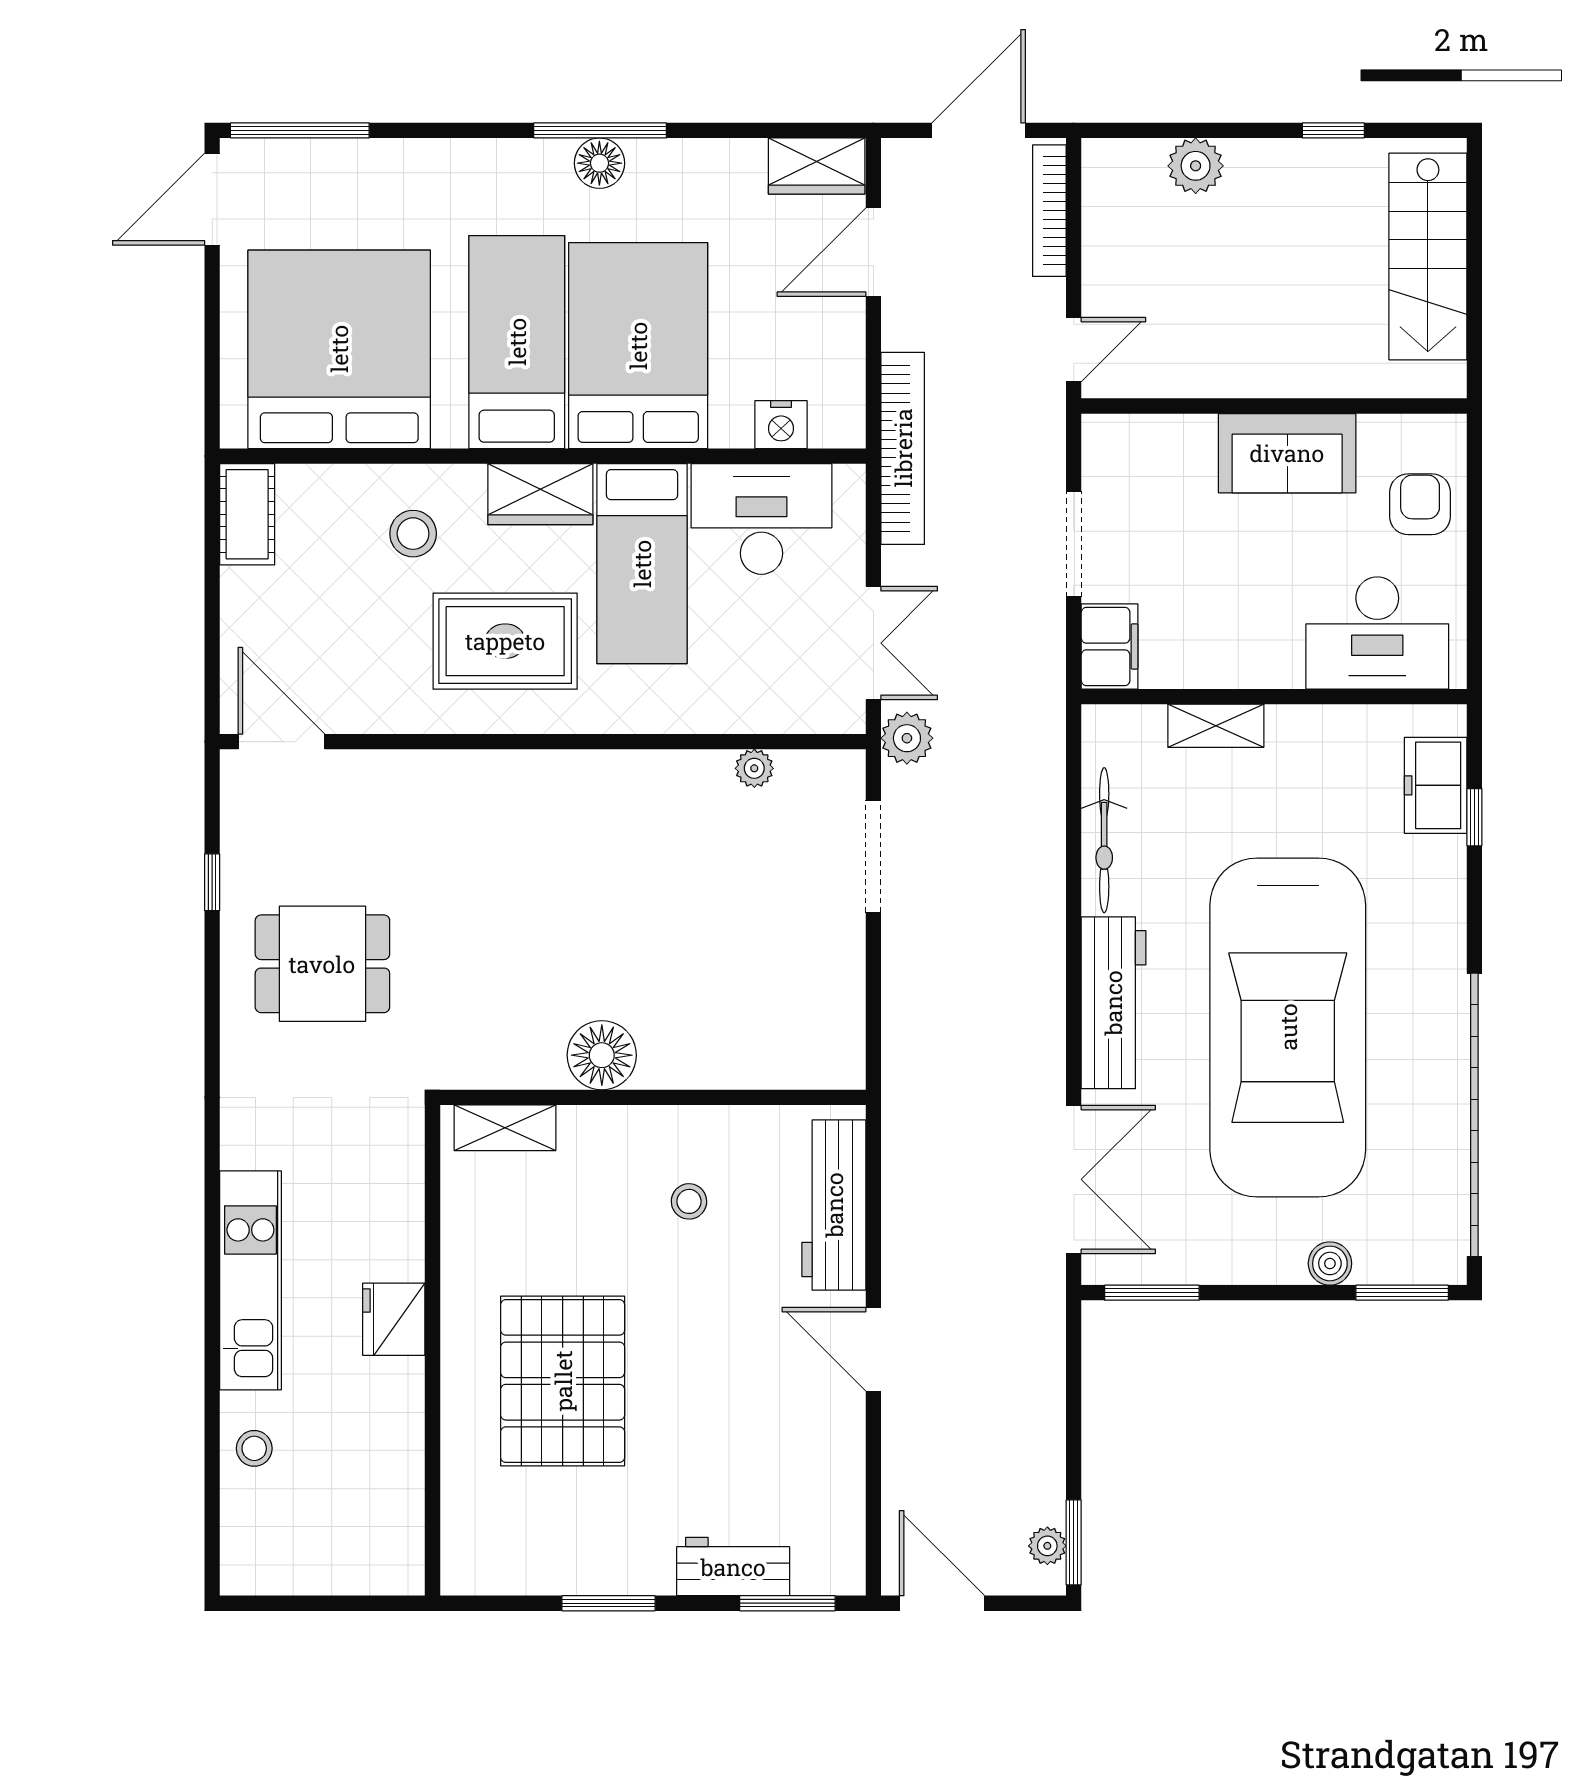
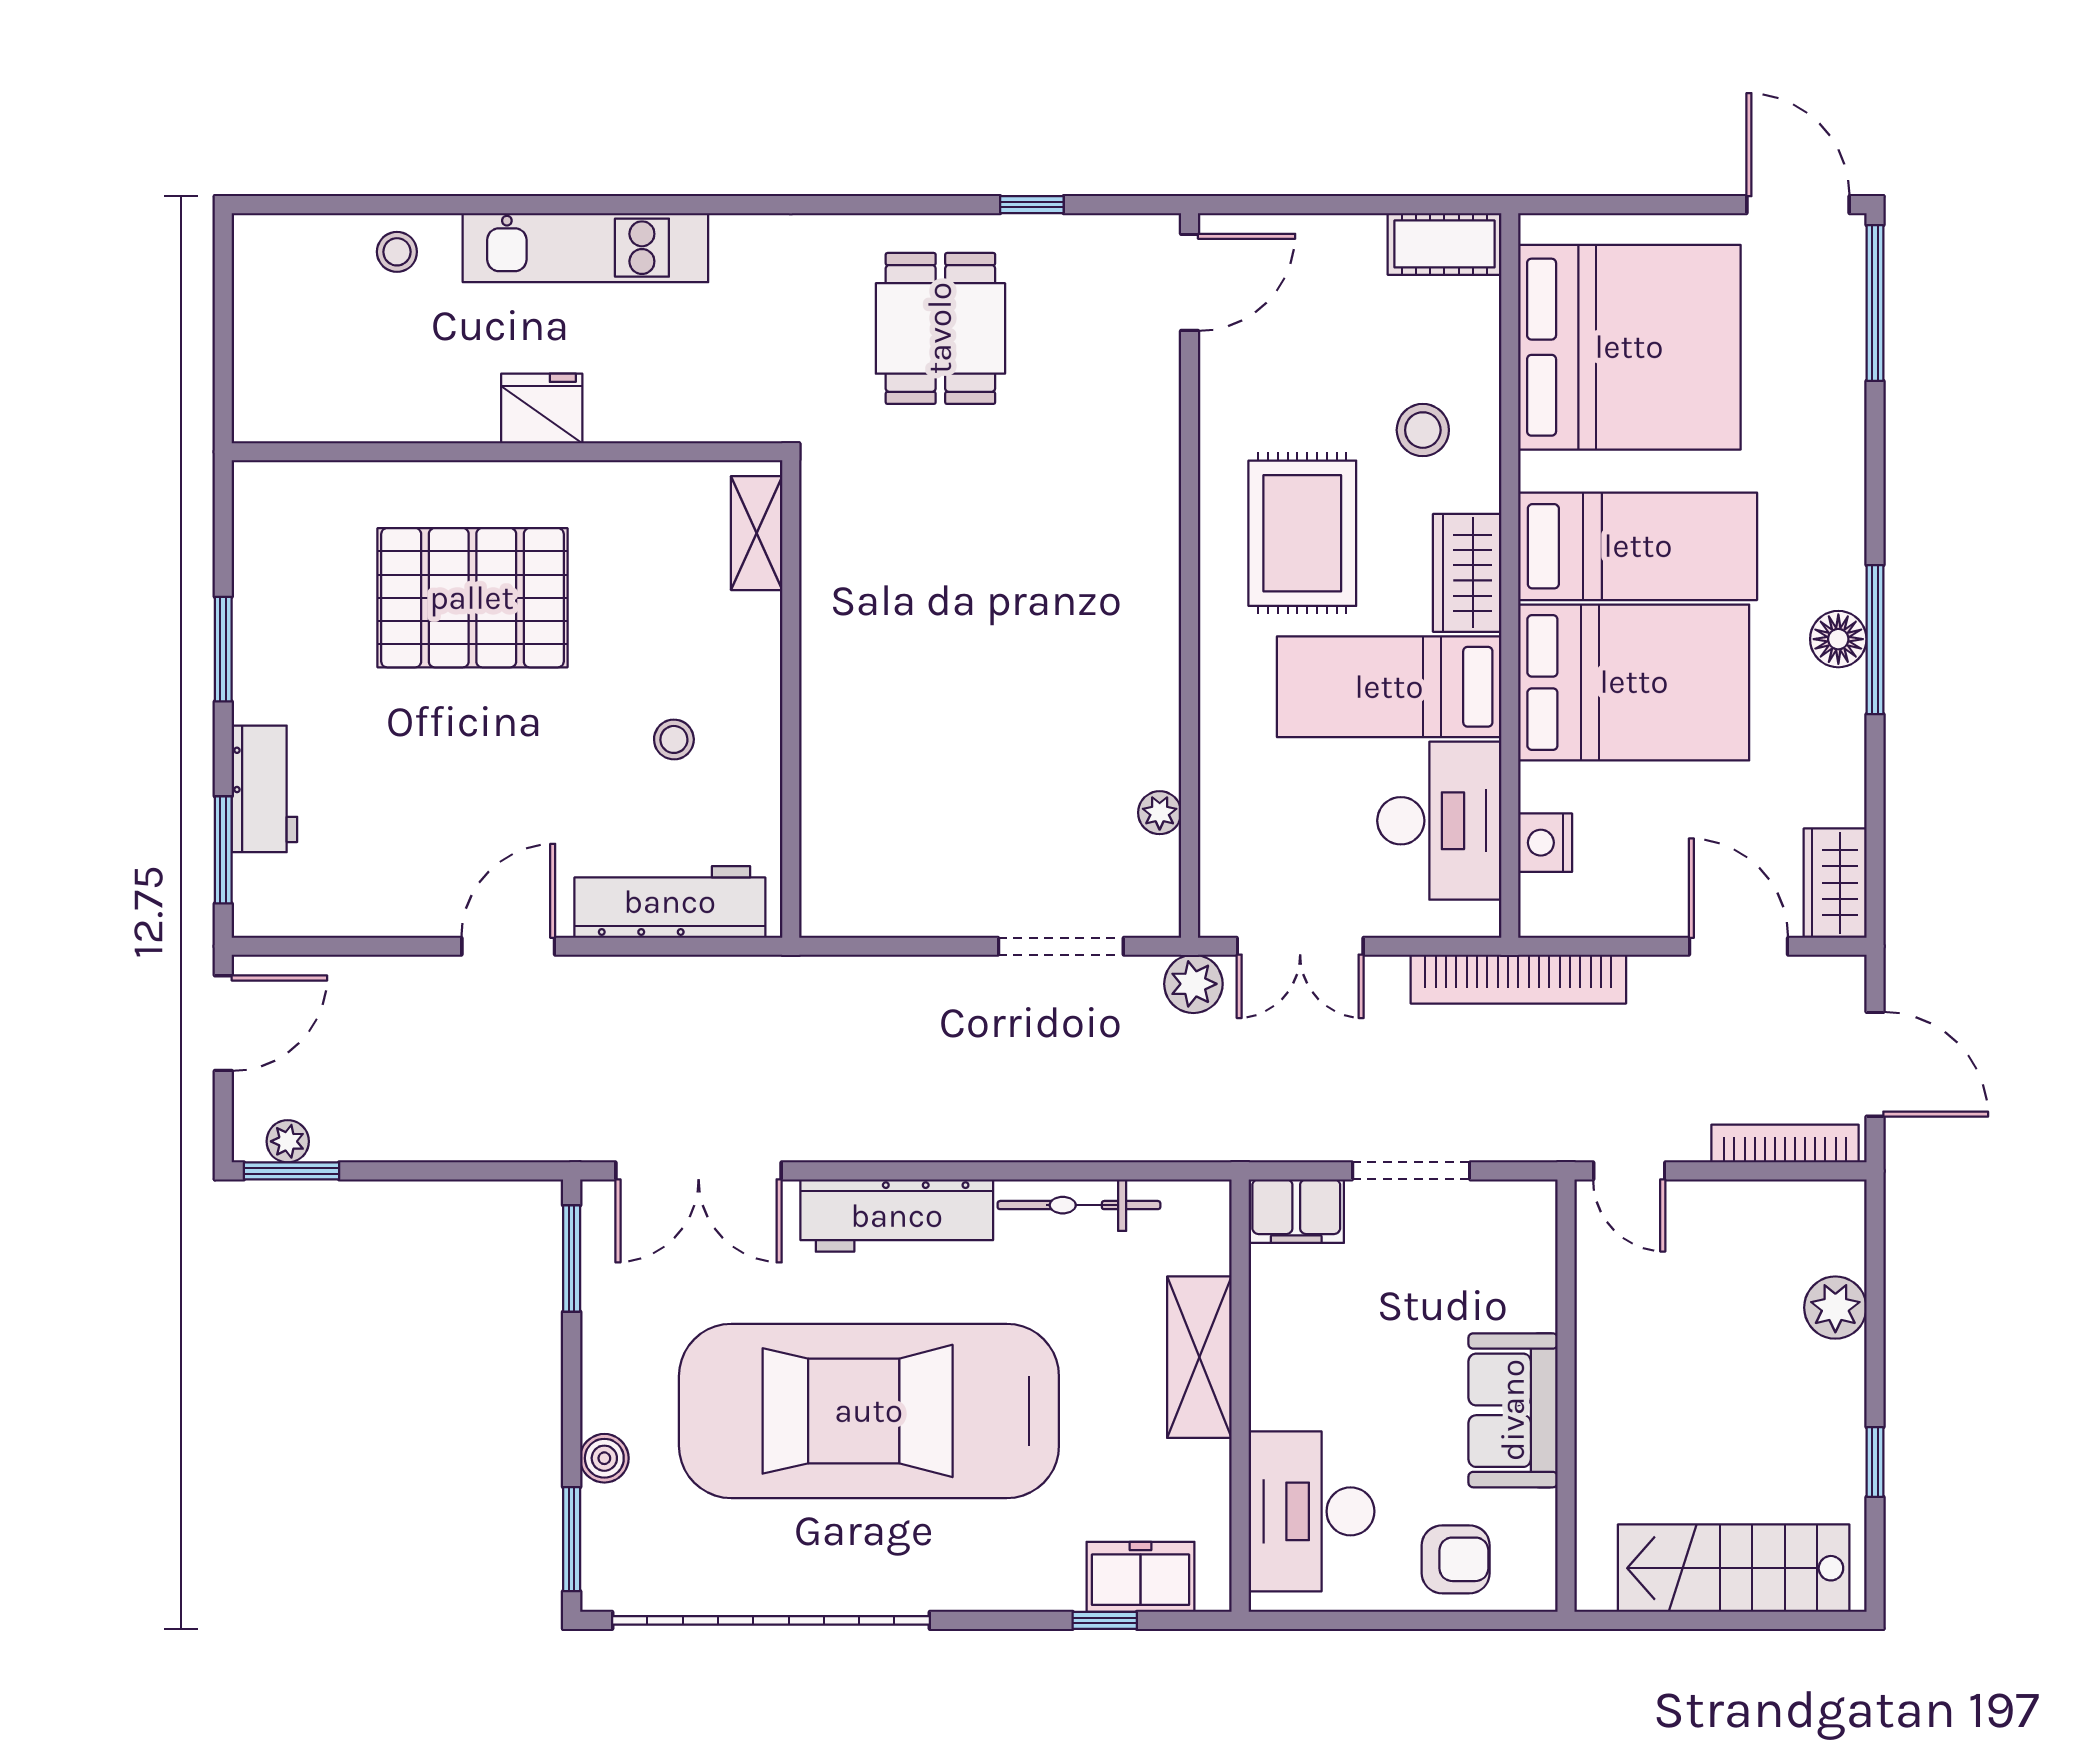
shelving: (1216, 726) -> (1199, 1357), width x1.50, depth x1.33
floor lamp: (602, 1055) -> (838, 642), removed

